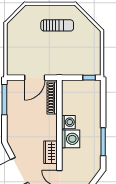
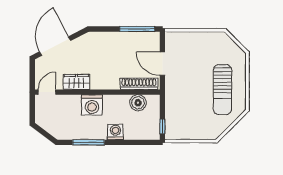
sun lounger: (57, 25) -> (222, 90), width x1.36, depth x1.34
boiler: (69, 99) -> (138, 103), added
washing machine: (68, 122) -> (115, 132), moved, turned 180

